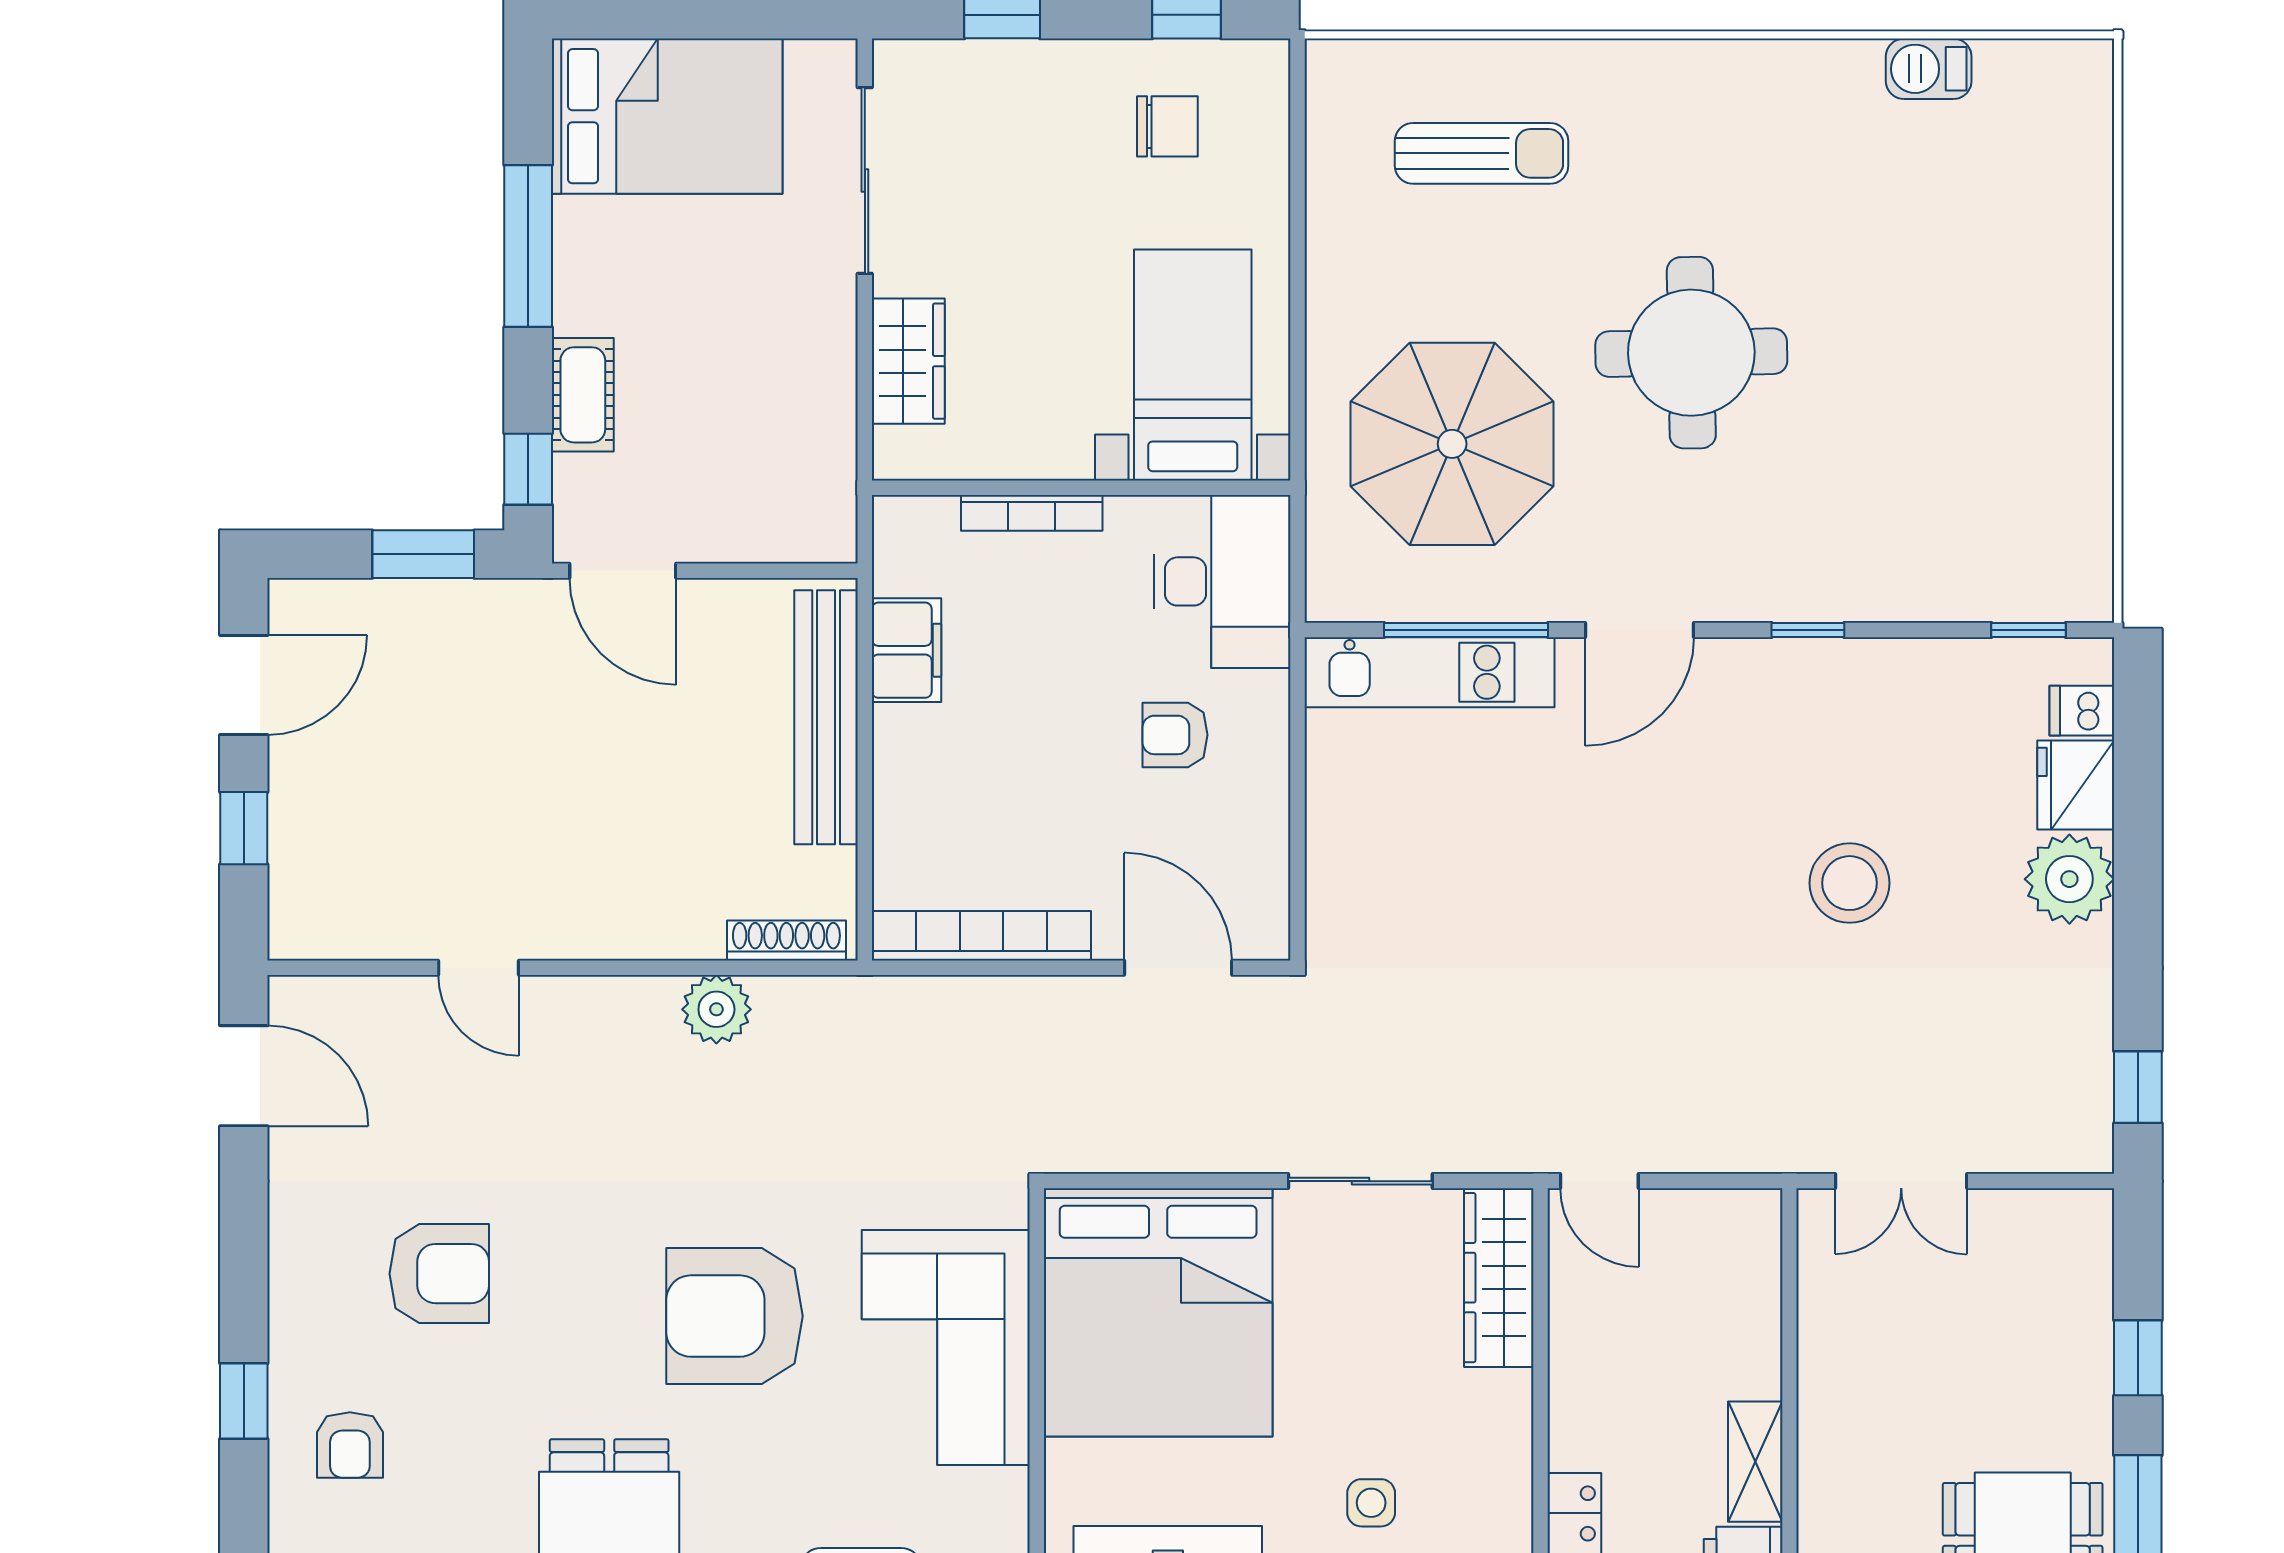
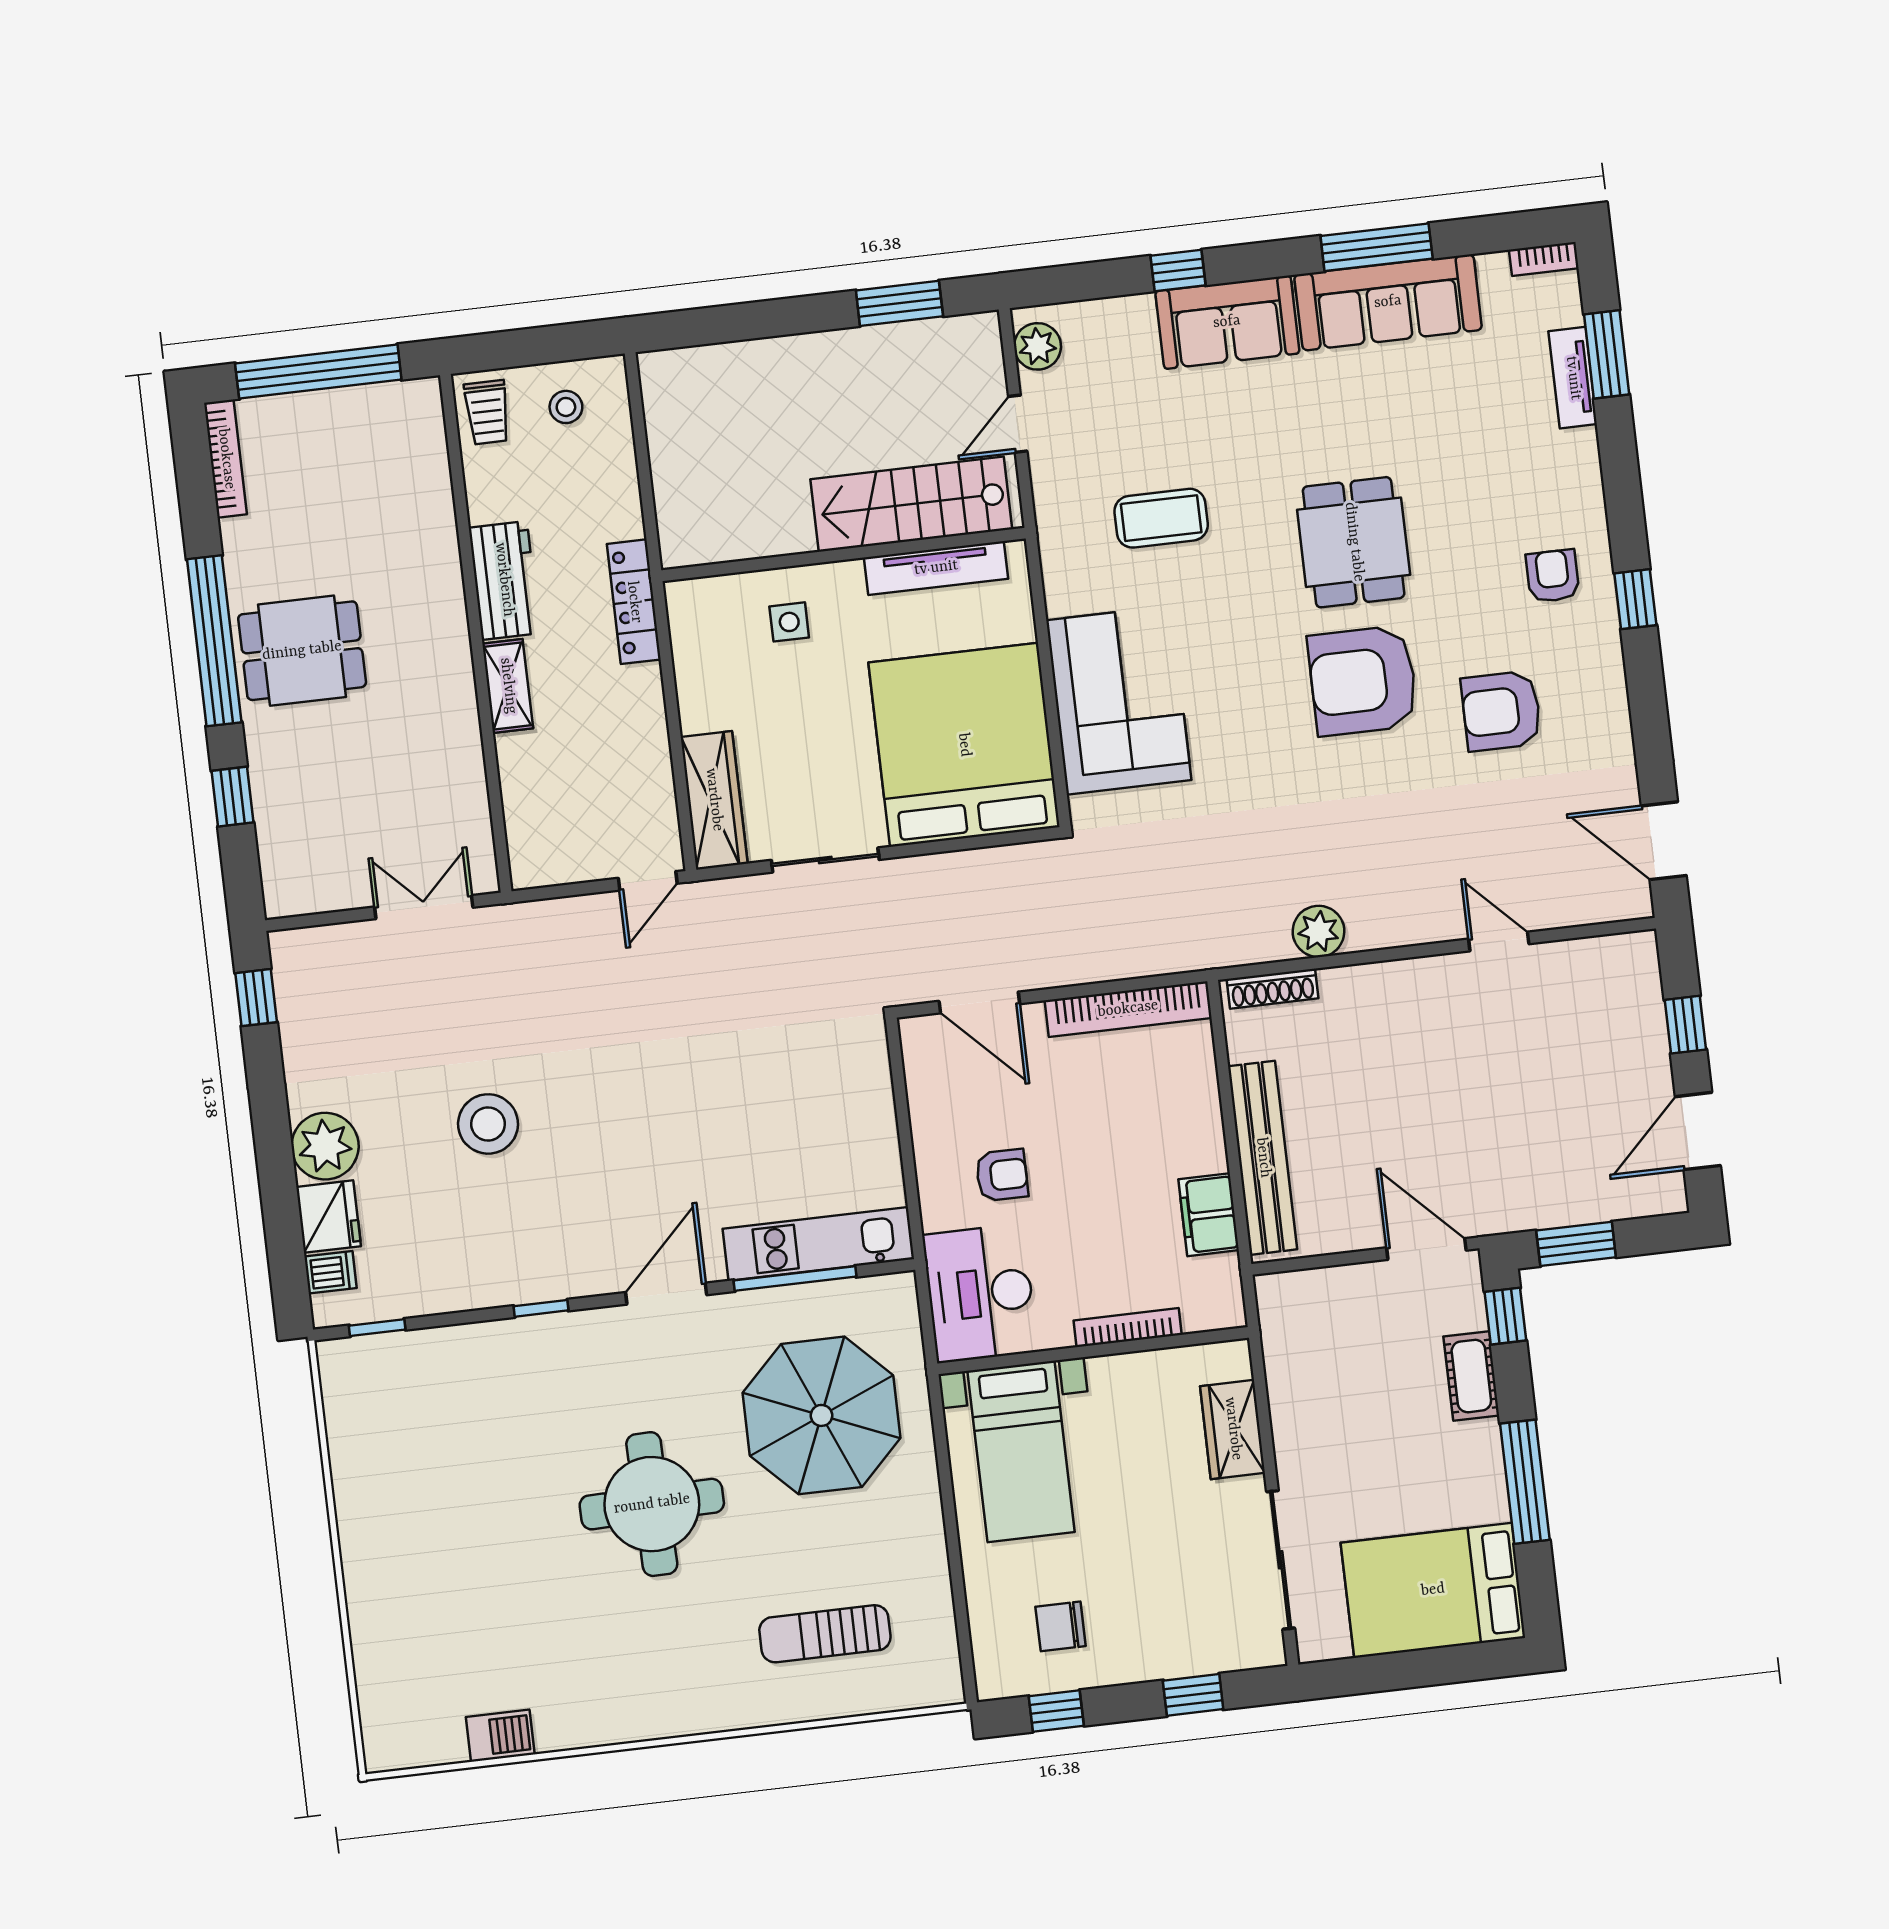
door: (1599, 1181) -> (648, 881), swing flipped
armchair: (734, 1316) -> (1363, 681), moved, turned 180

